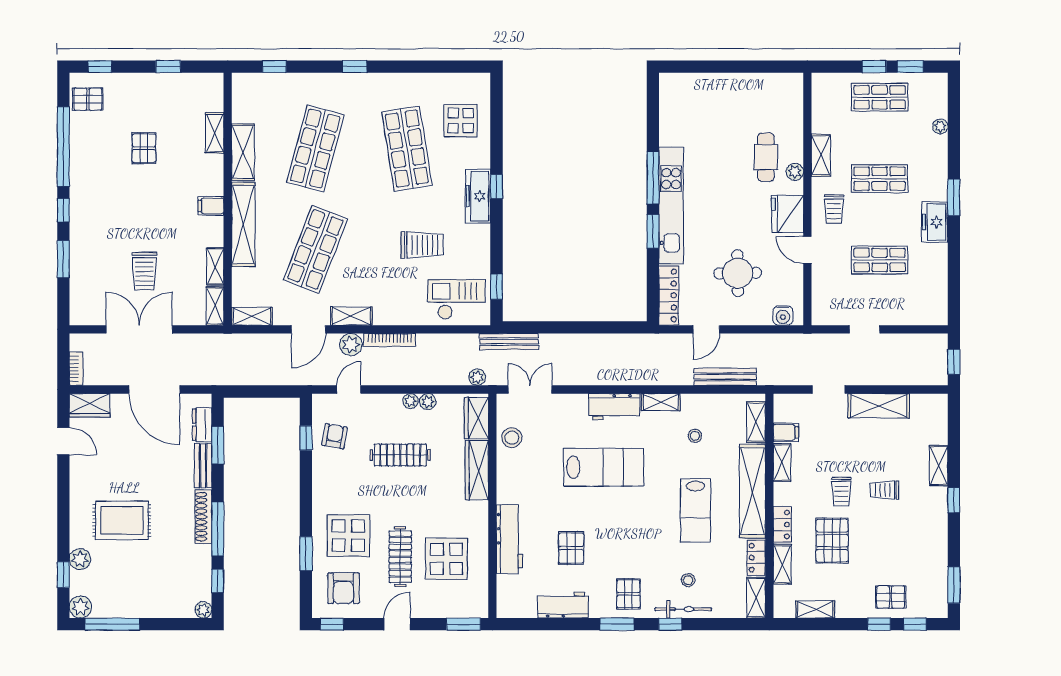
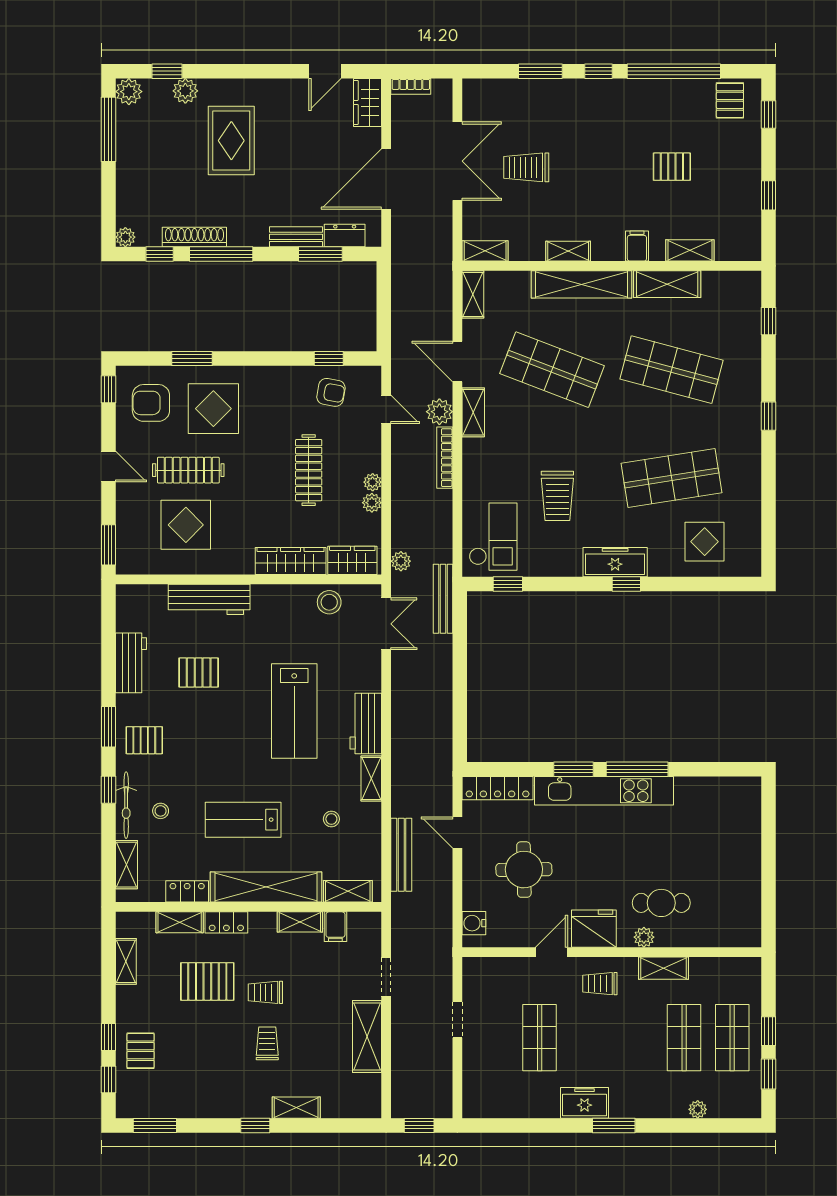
shop shelf: (880, 179) -> (684, 1038), moved
filing cabinet: (211, 206) -> (637, 246), moved
shelving: (215, 266) -> (568, 251), moved
shoe rack: (203, 517) -> (194, 237), moved
shelving: (756, 598) -> (126, 865), moved, turned 90

